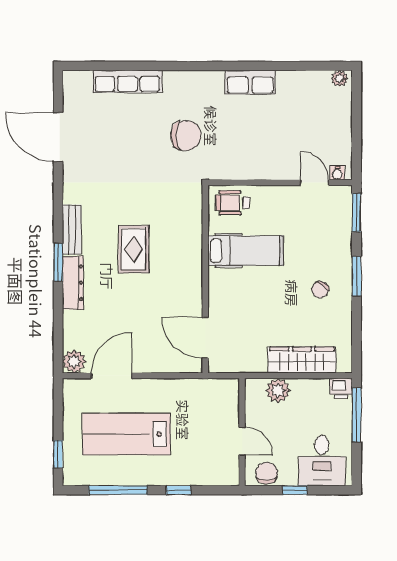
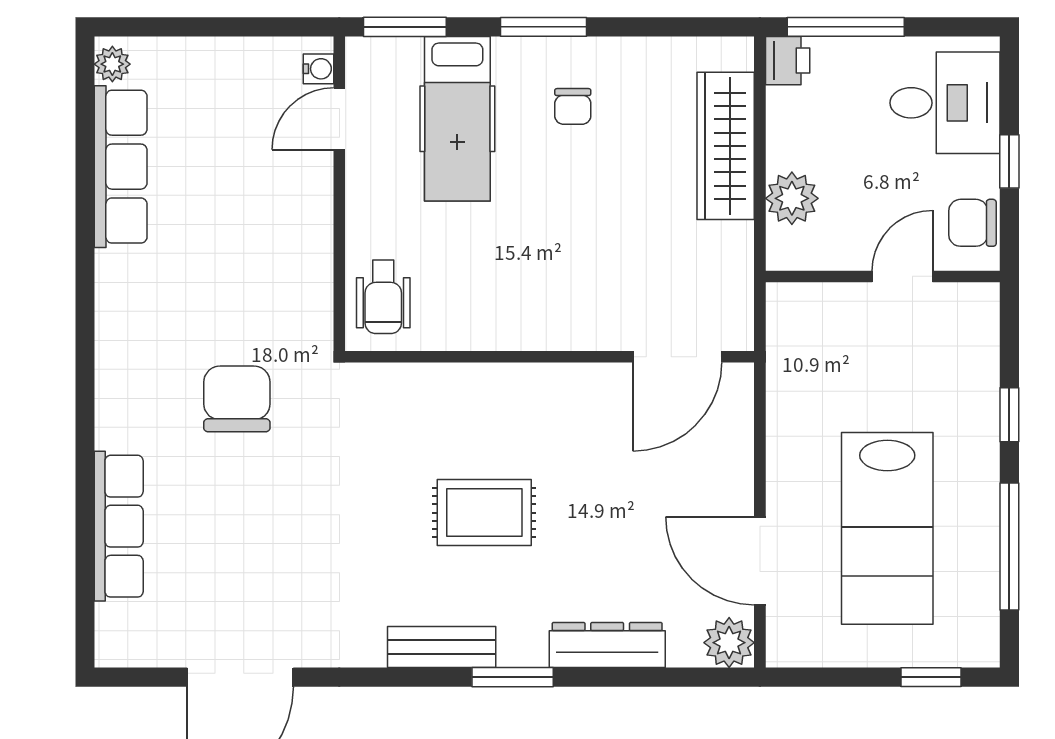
row of seats: (250, 82) -> (121, 167), moved, width x1.48
hospital bed: (246, 251) -> (457, 119), moved, turned 180
dresser: (73, 283) -> (607, 645), moved
chair: (320, 290) -> (573, 106), turned 55

